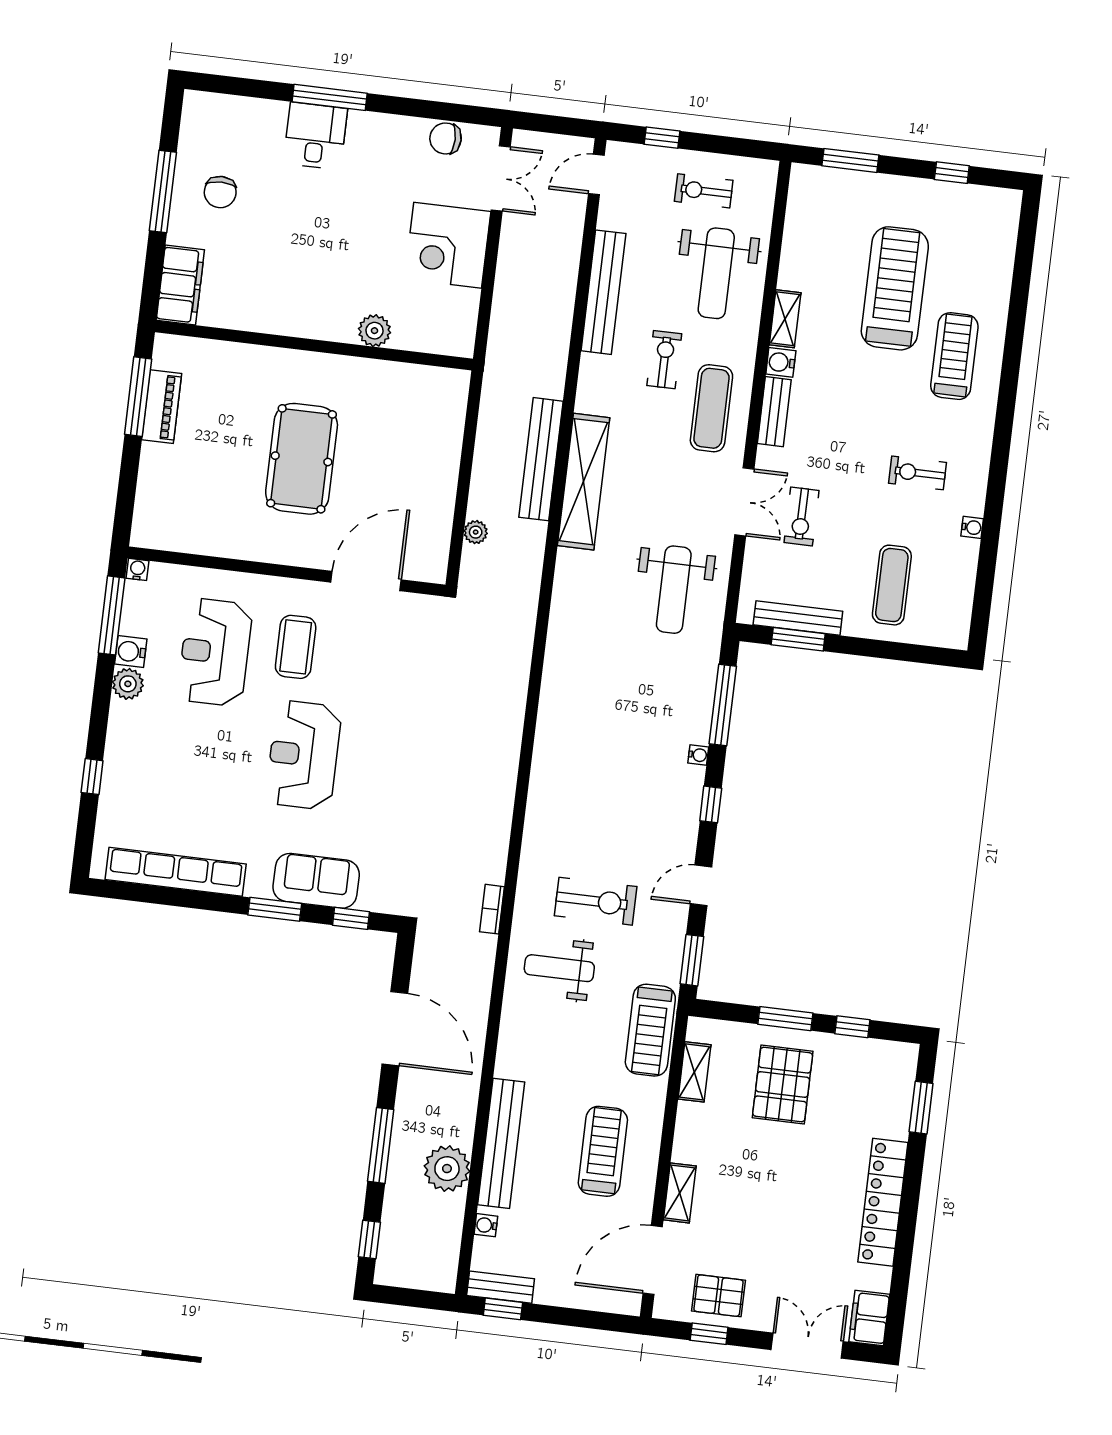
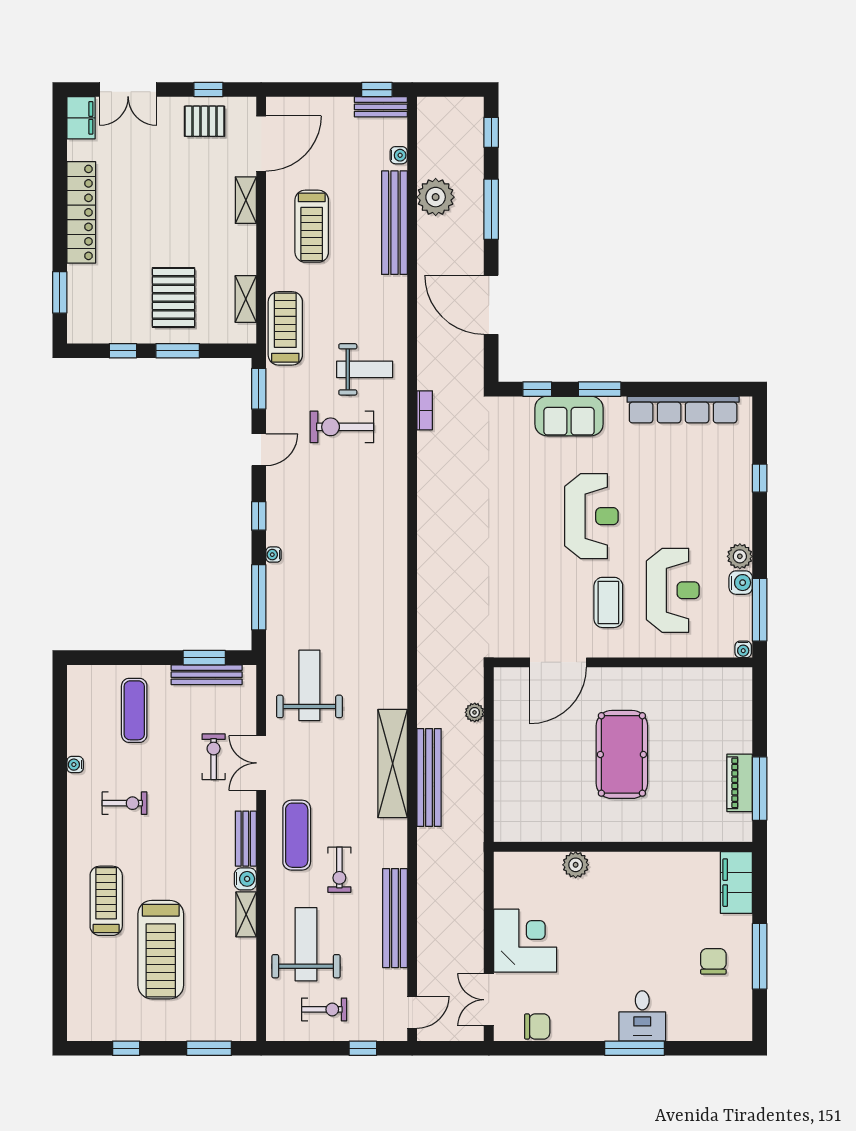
treadmill: (954, 356) -> (106, 901), turned 180

